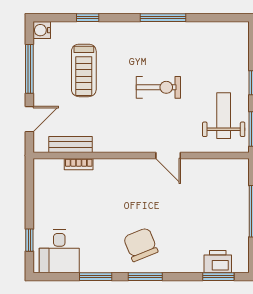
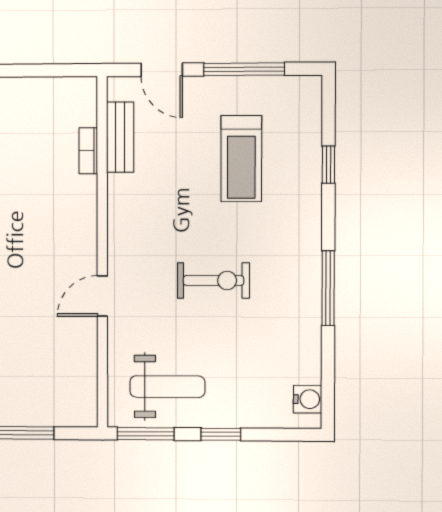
water cooler: (42, 30) -> (308, 399), moved, turned 90
treadmill: (84, 70) -> (241, 159), turned -90
exercise bike: (158, 87) -> (213, 280), turned -90

